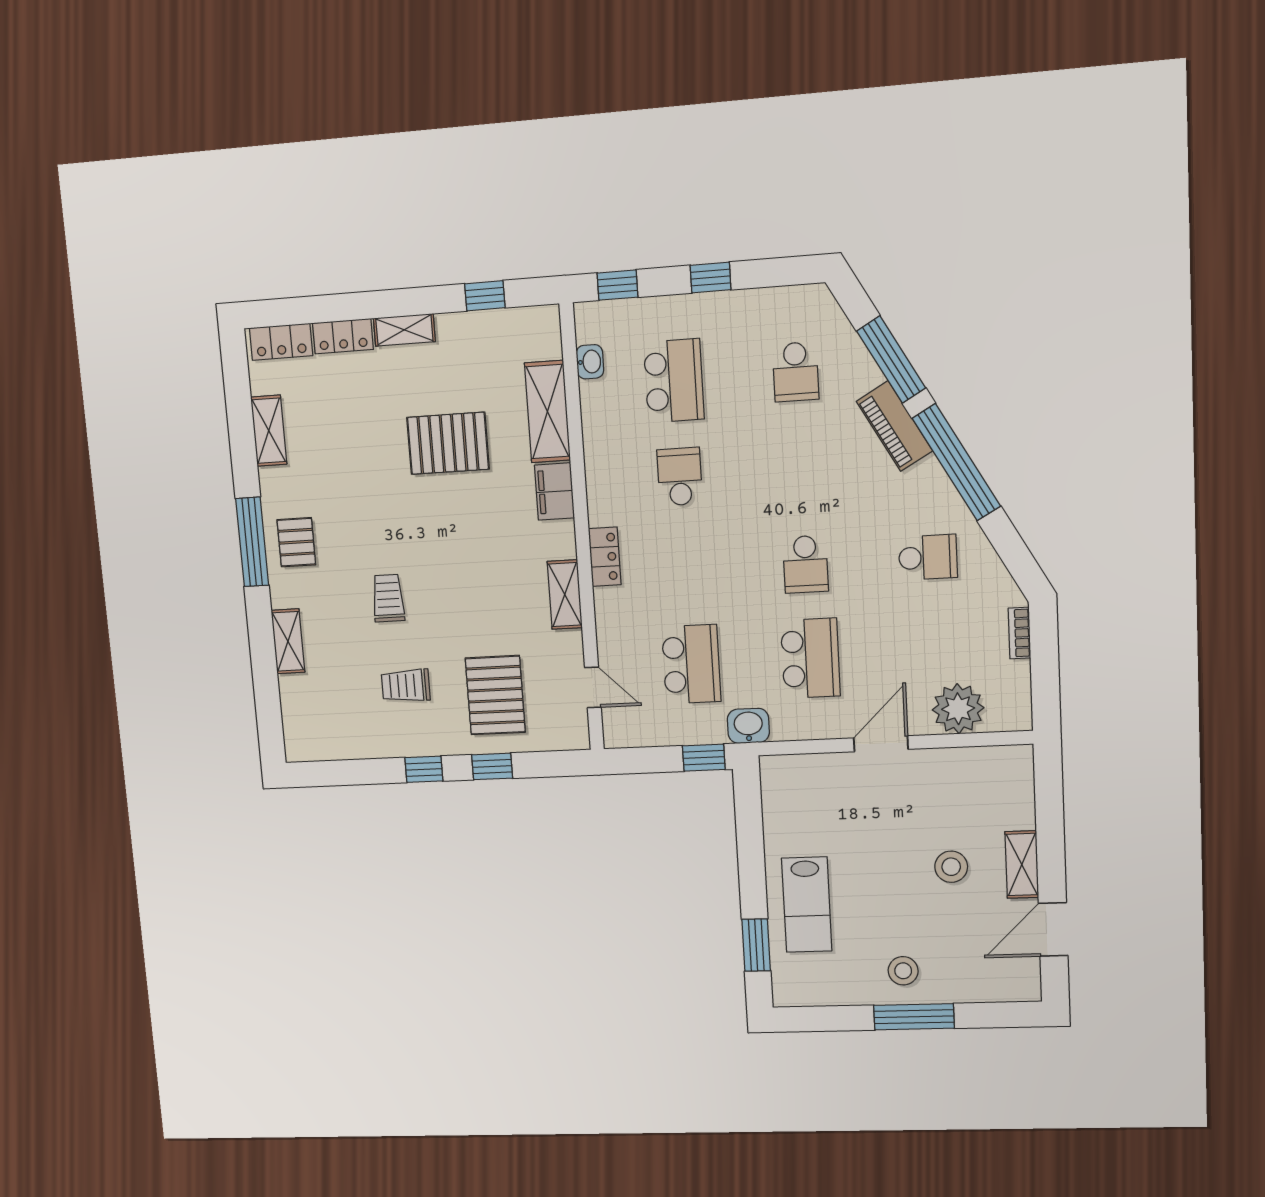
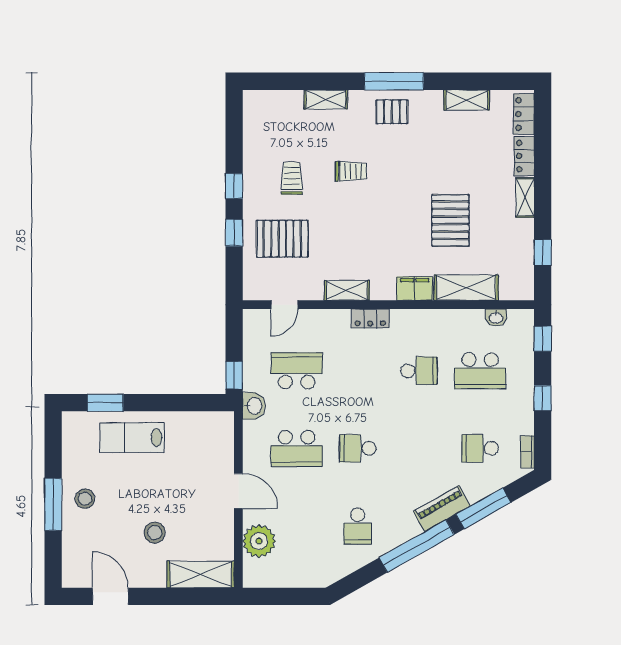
bookcase: (1019, 633) -> (528, 452), moved, turned -90
school desk: (691, 664) -> (297, 371), turned 180
shelving: (1022, 865) -> (201, 574), moved, width x1.50, depth x1.33

